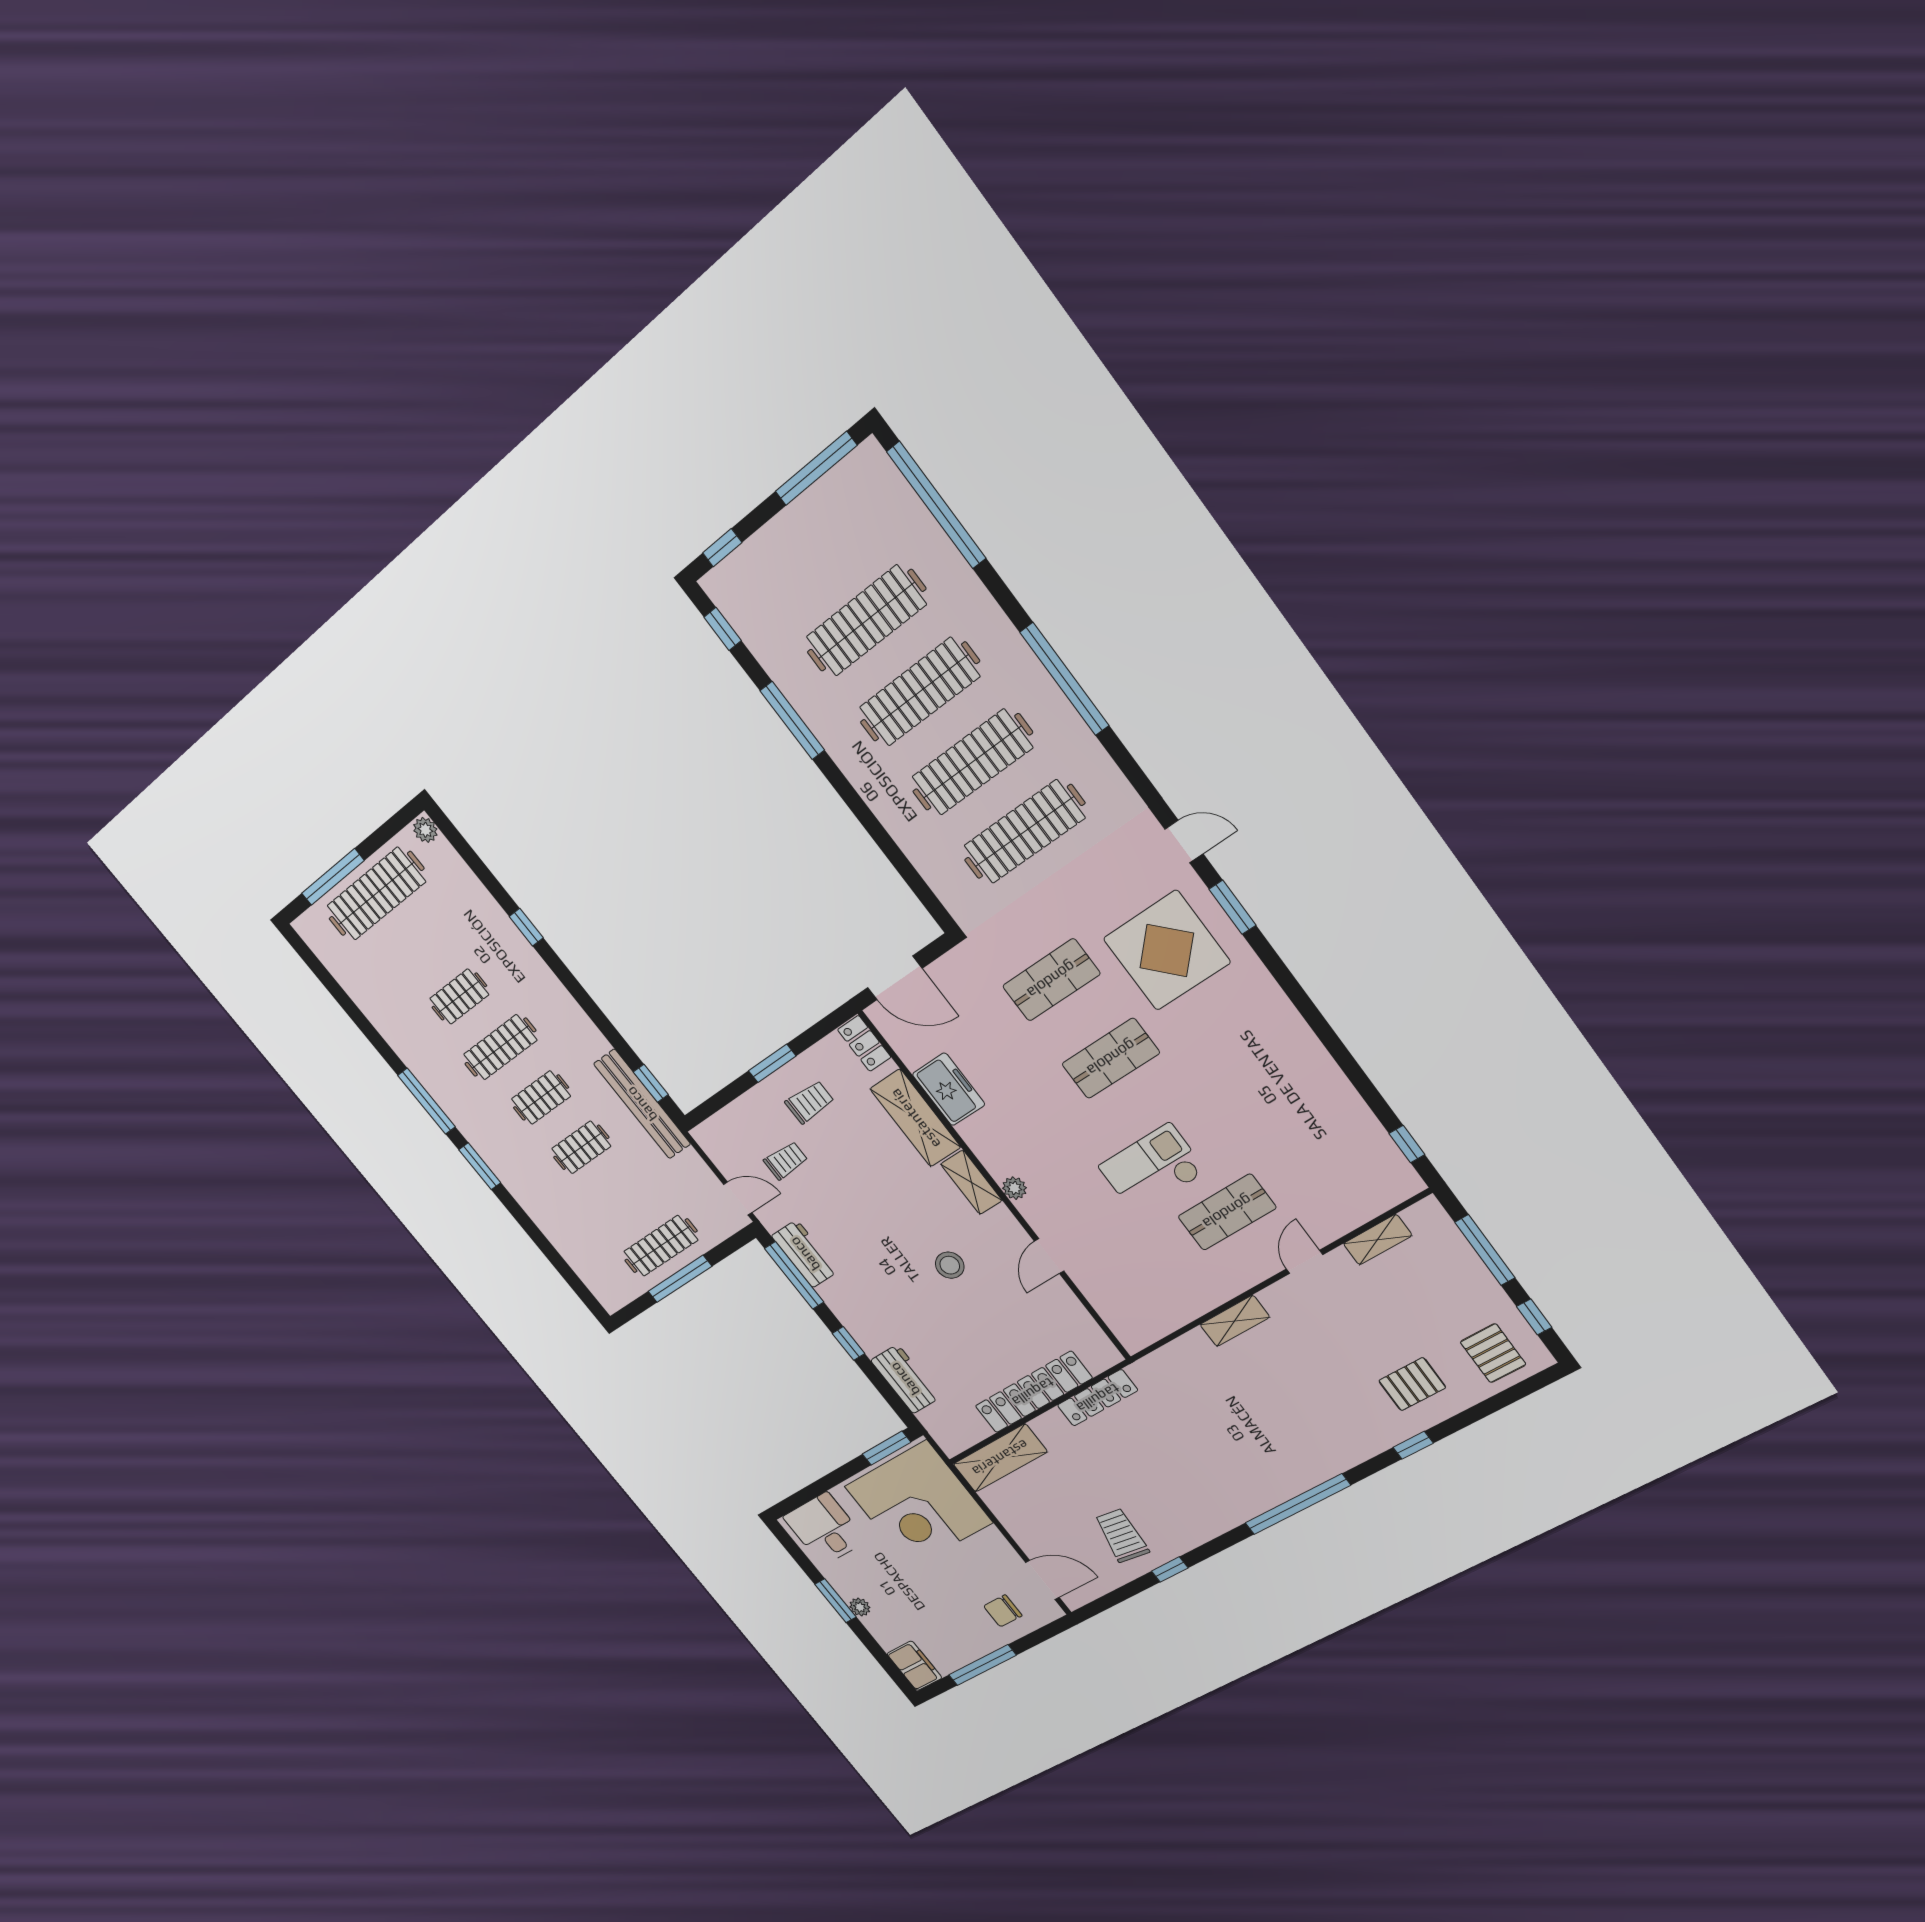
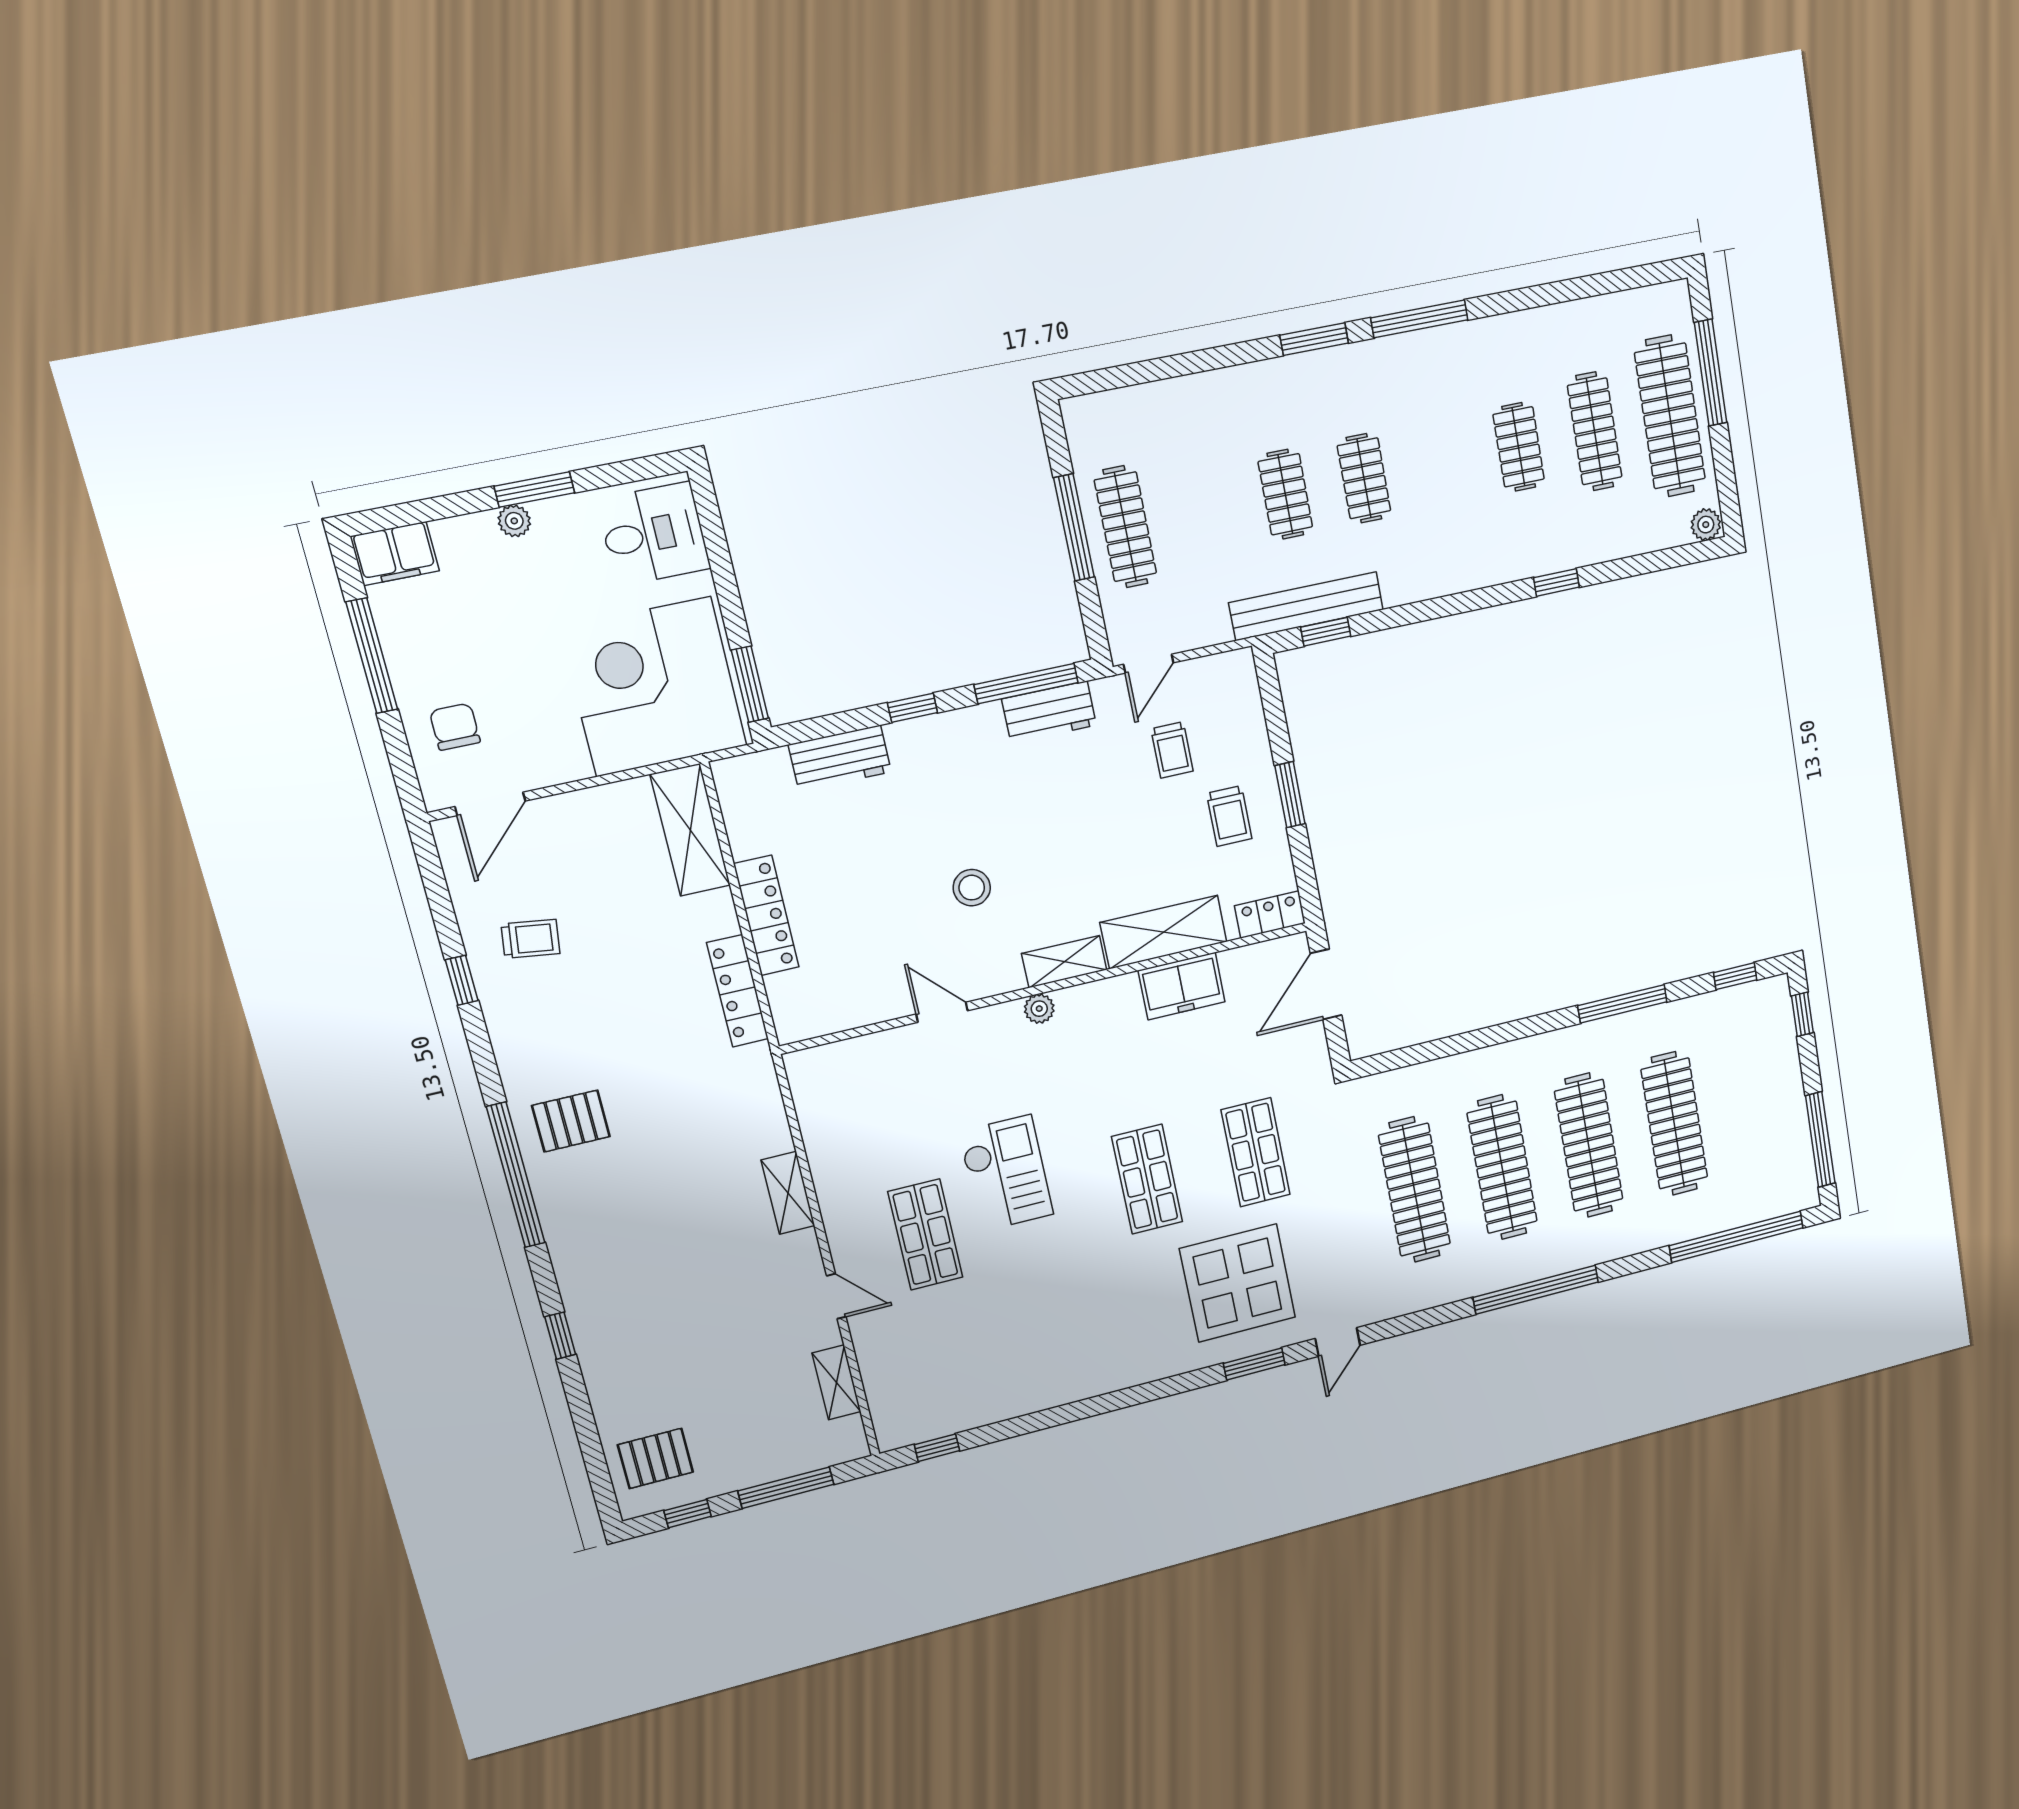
clothes rail: (500, 1047) -> (1595, 431), moved
pallet: (1412, 1384) -> (571, 1121), moved, turned 90
locker: (1033, 1392) -> (766, 916), width x0.71, depth x0.83
trolley: (1122, 1535) -> (530, 939), width x0.73, depth x0.72

